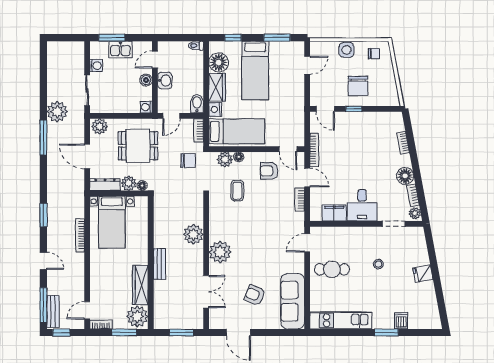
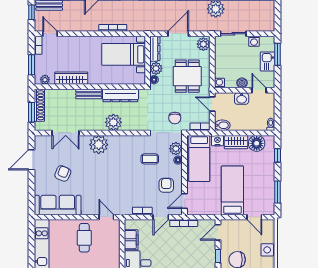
bed: (255, 70) -> (232, 190), moved, turned 90
dresser: (161, 226) -> (120, 95), added
plant: (137, 316) -> (45, 80), width x0.53, depth x0.53
shoe rack: (173, 323) -> (39, 105), added

